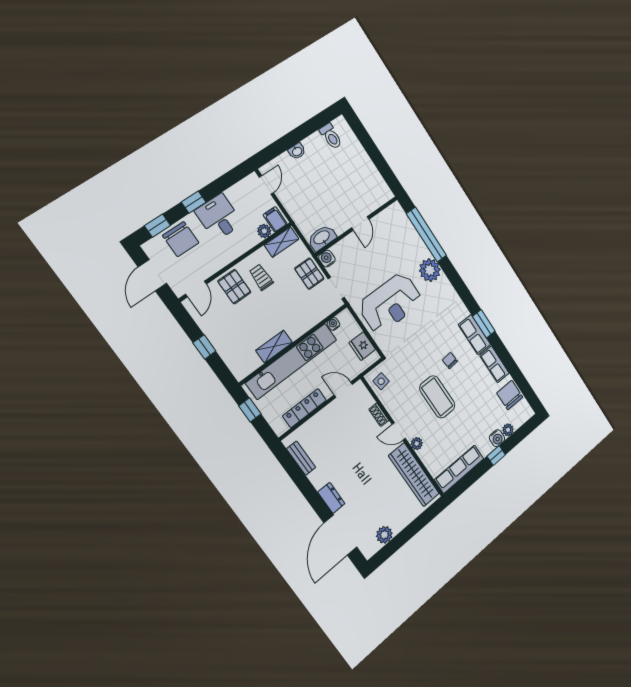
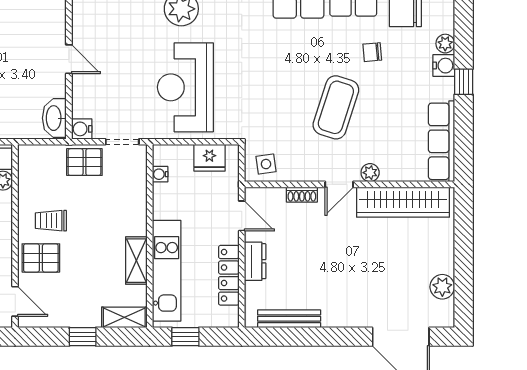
shelving: (282, 242) -> (124, 317), moved, turned 90
reception desk: (391, 303) -> (185, 87), turned 180
kitchen unit: (292, 361) -> (167, 271), width x0.73
chair: (450, 361) -> (372, 52), moved
door: (343, 390) -> (242, 216), swing flipped
coffee table: (437, 397) -> (336, 107), turned -72
bench: (301, 458) -> (289, 319), width x1.36
dresser: (331, 498) -> (255, 261), moved, turned 90

